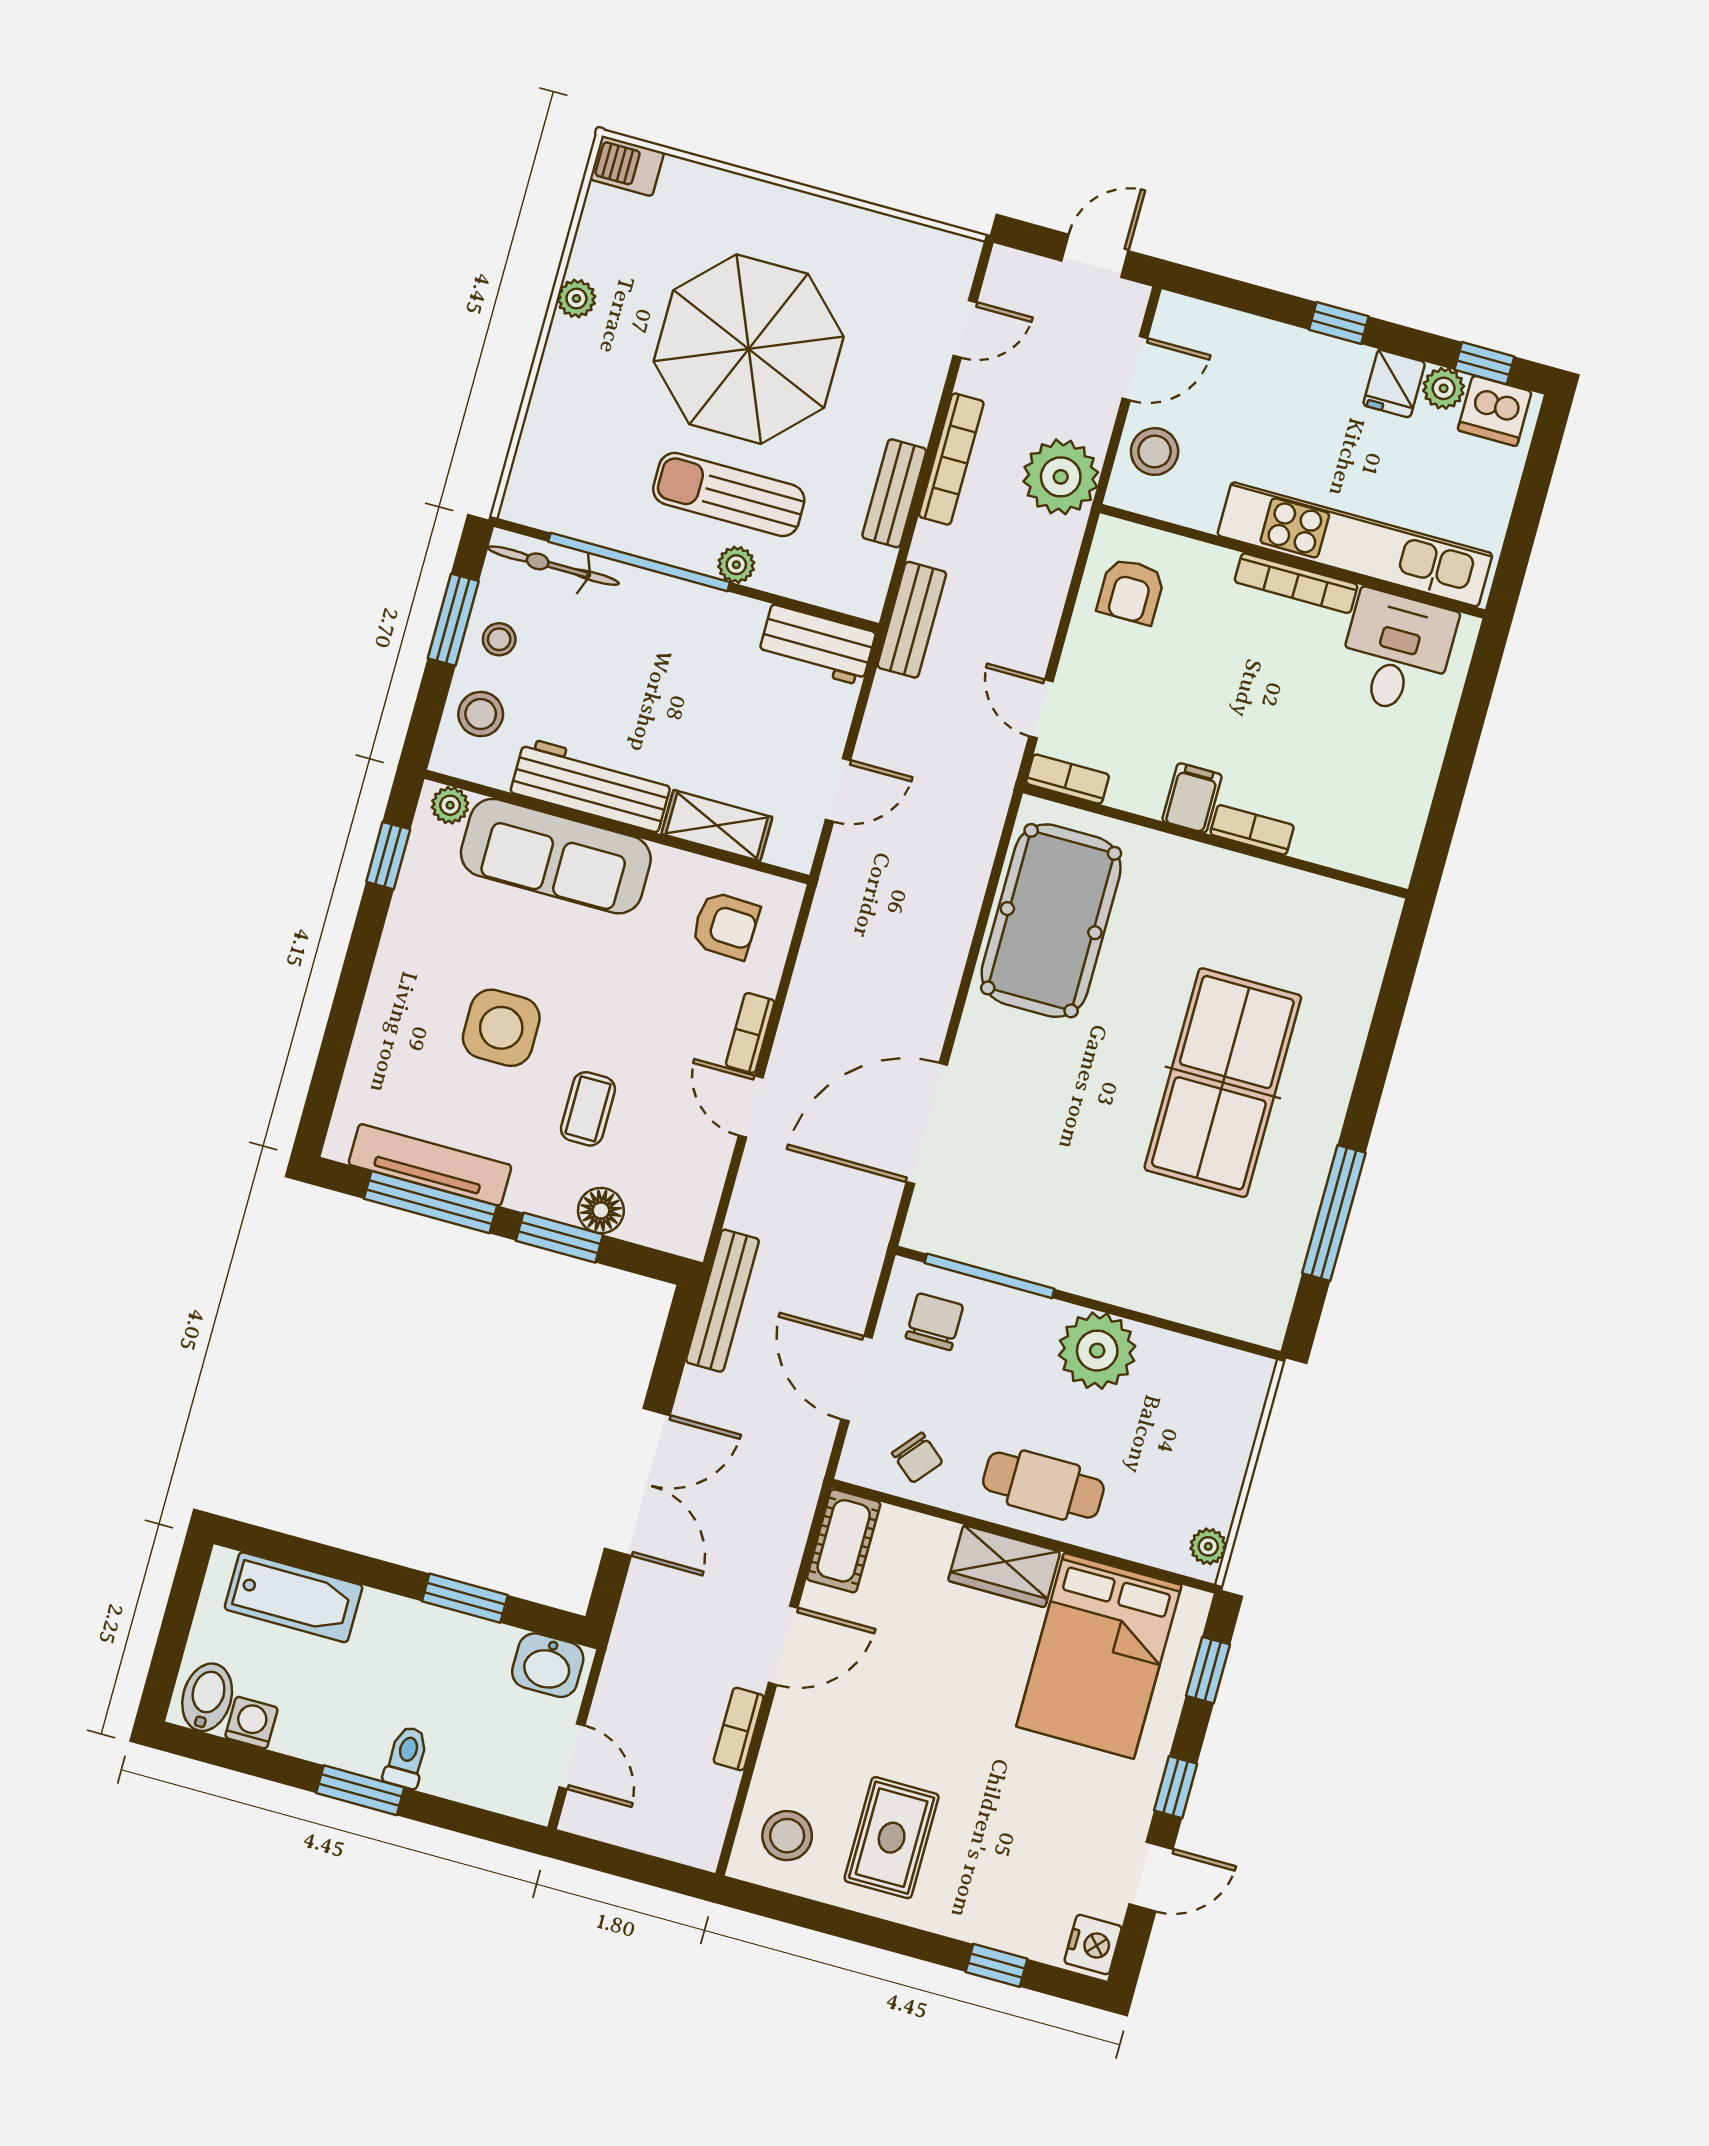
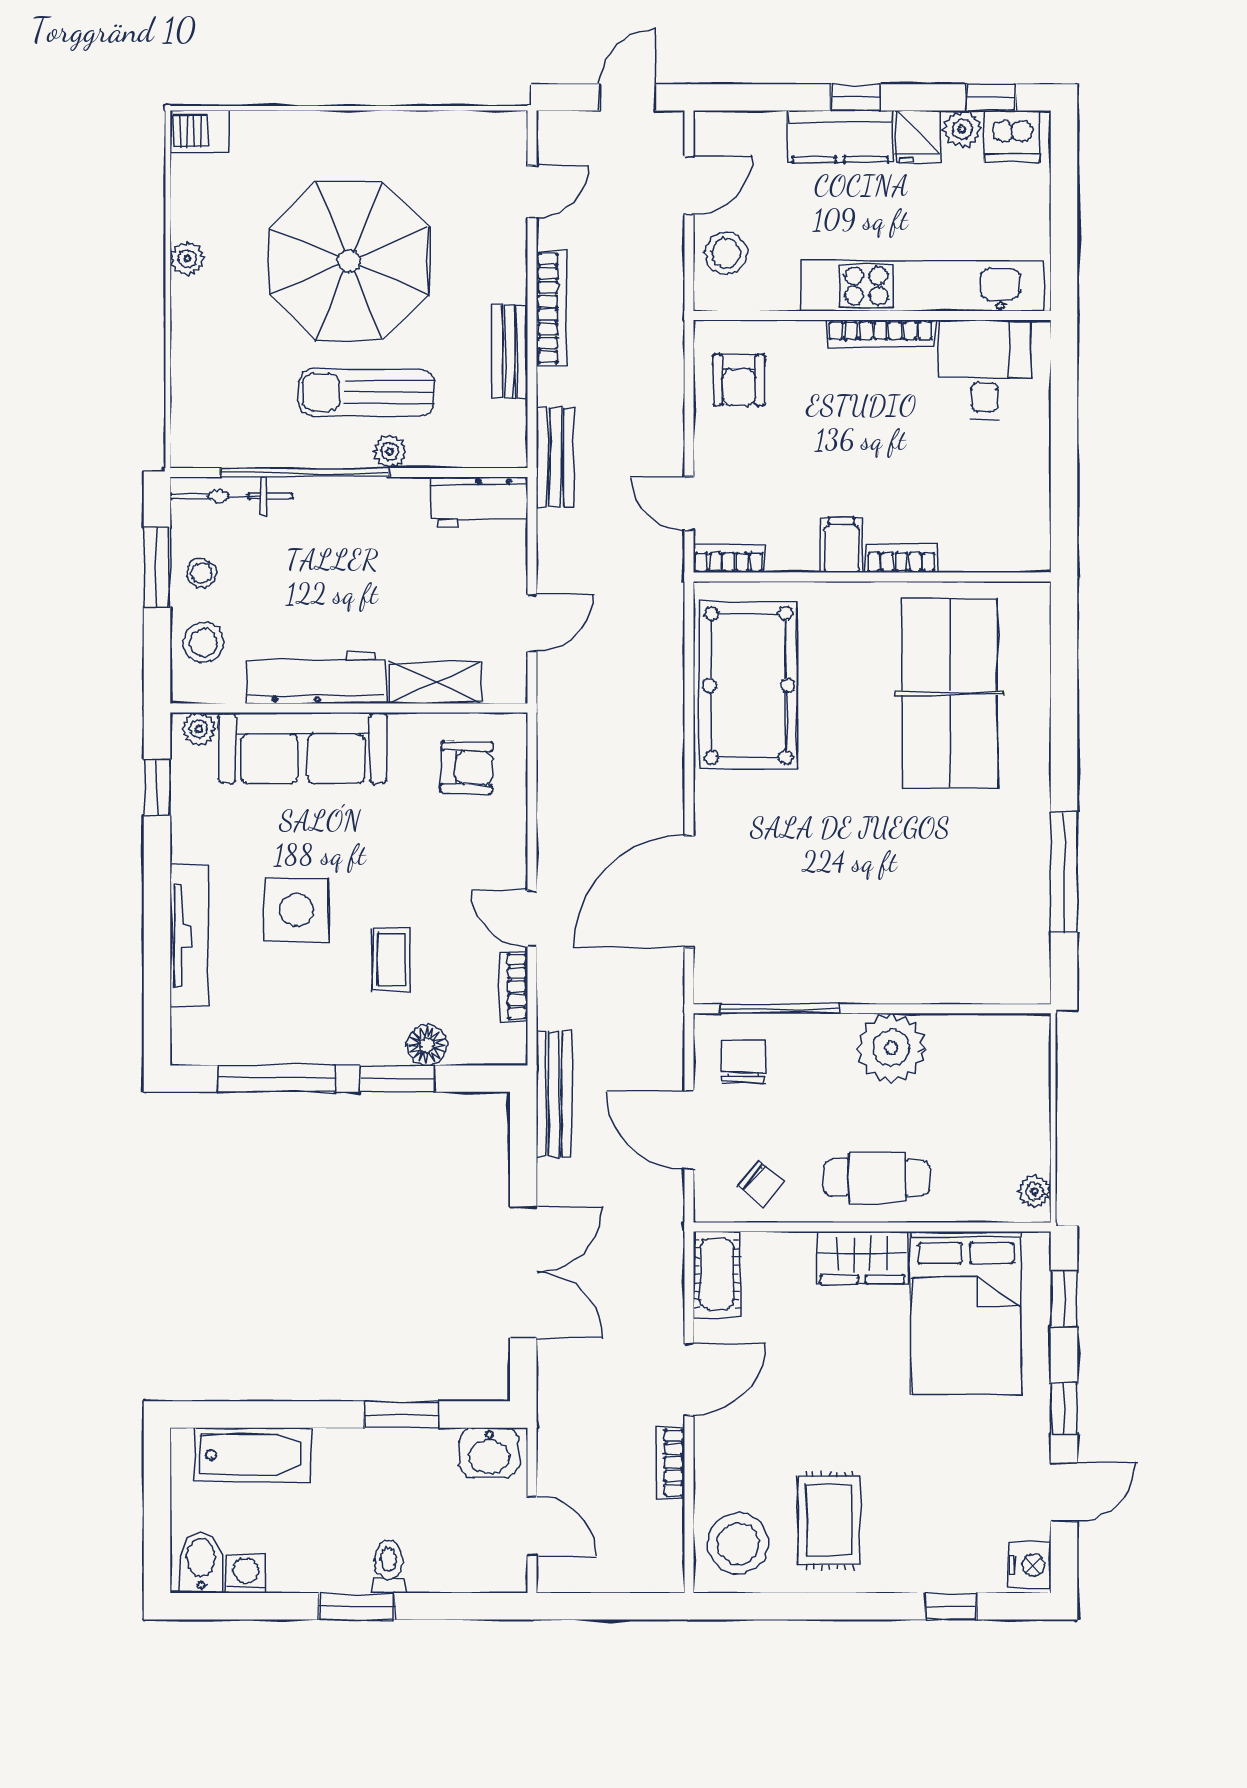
kitchen counter: (1311, 360) -> (840, 137), added
plant: (1061, 477) -> (651, 298), removed
bookcase: (750, 1033) -> (514, 986), moved
table tennis table: (1223, 1083) -> (950, 693), moved
tv unit: (430, 1165) -> (189, 936), moved, turned 90
stool: (787, 1836) -> (738, 1544), width x1.38, depth x1.38

